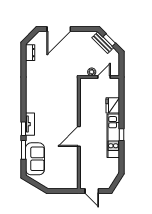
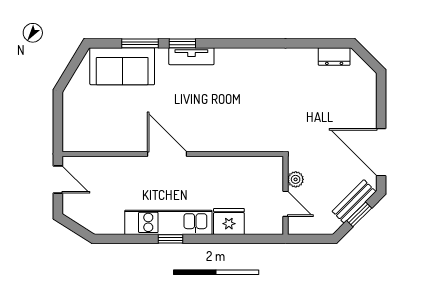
door: (59, 29) -> (381, 152), moved
door: (92, 191) -> (58, 180), swing flipped

